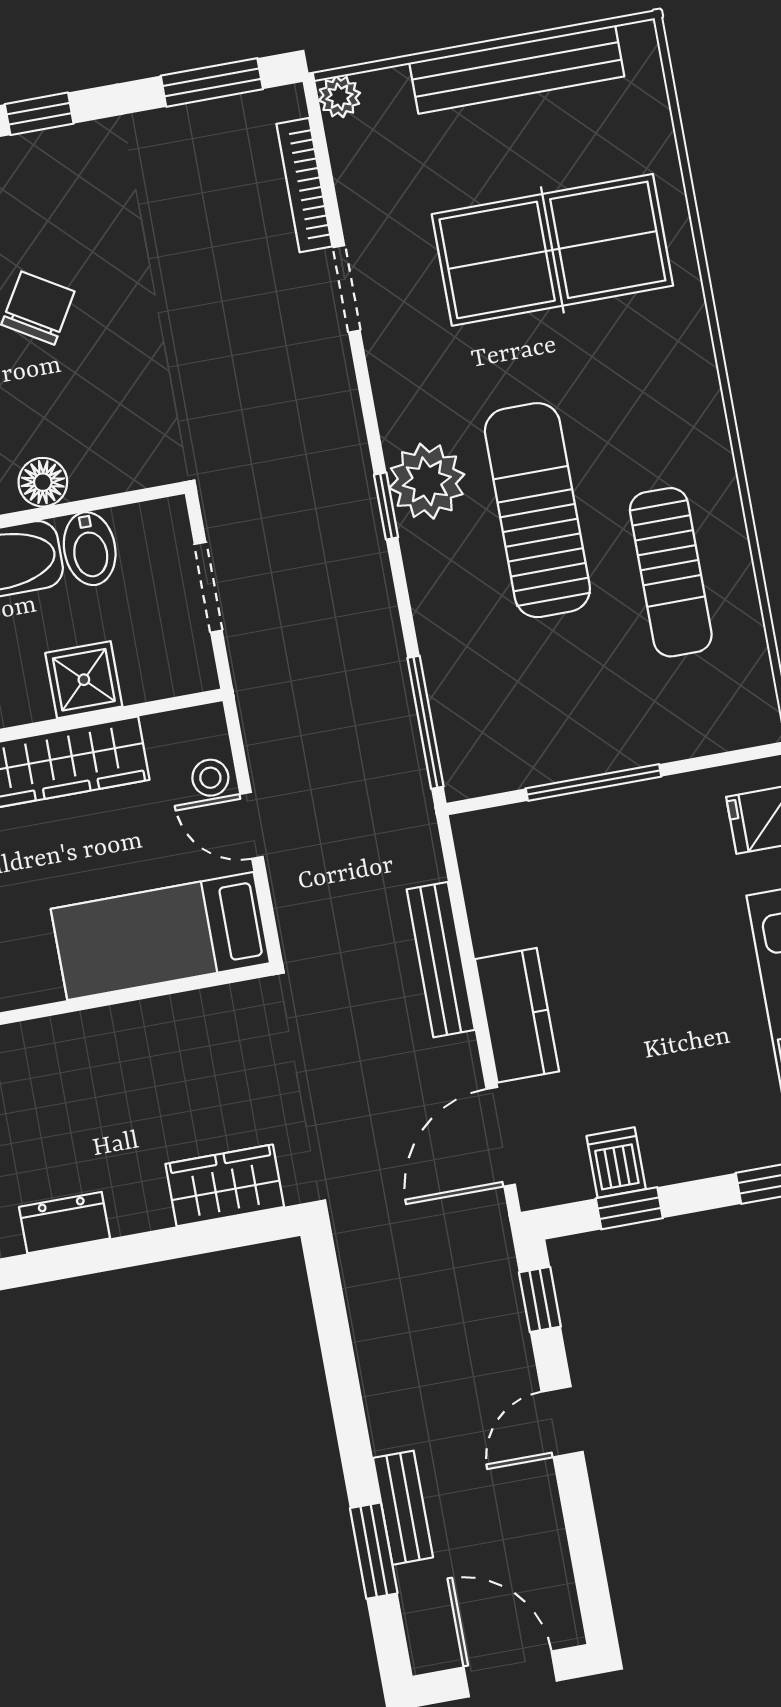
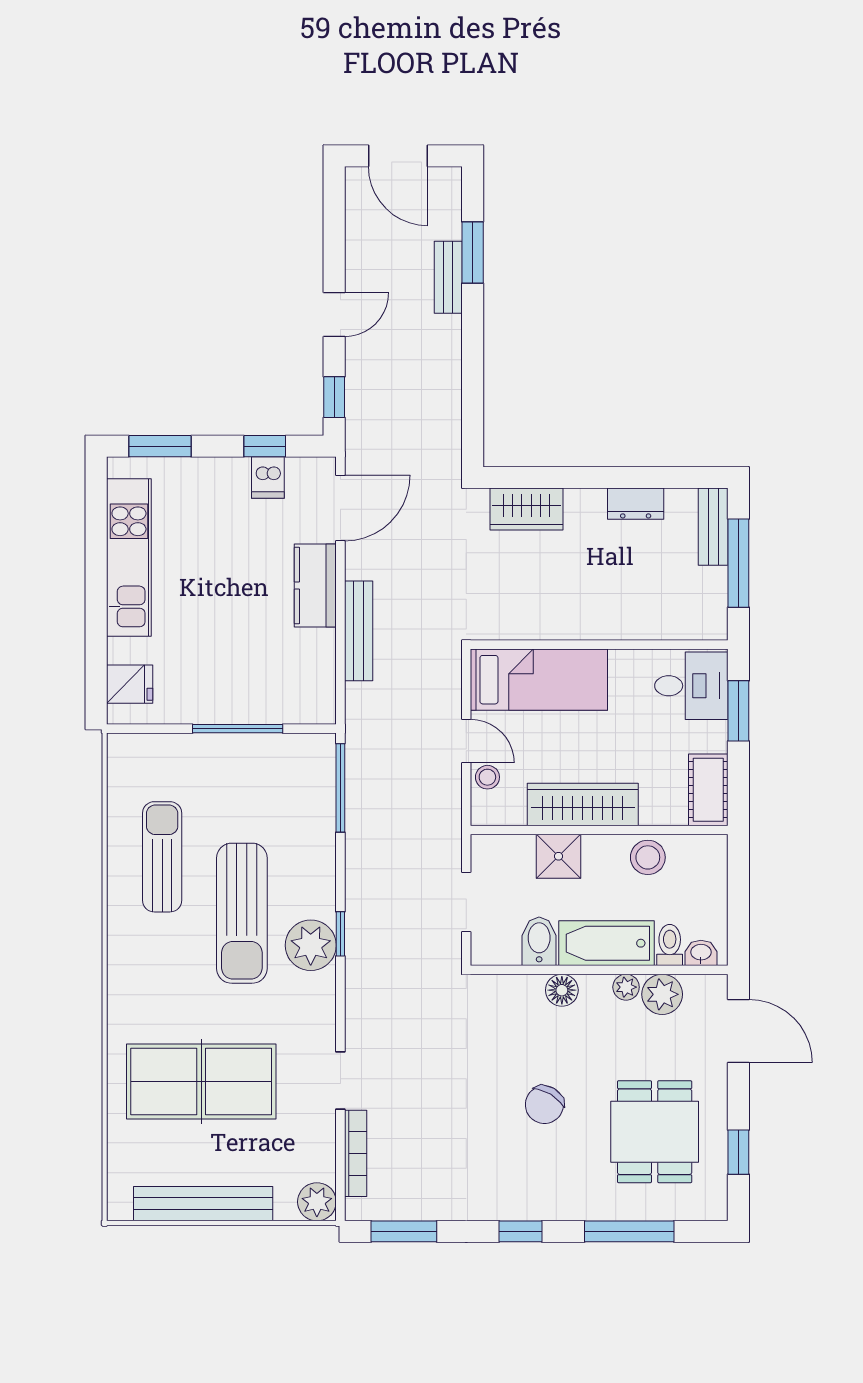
plant: (339, 97) -> (317, 1202), width x1.38, depth x1.38

